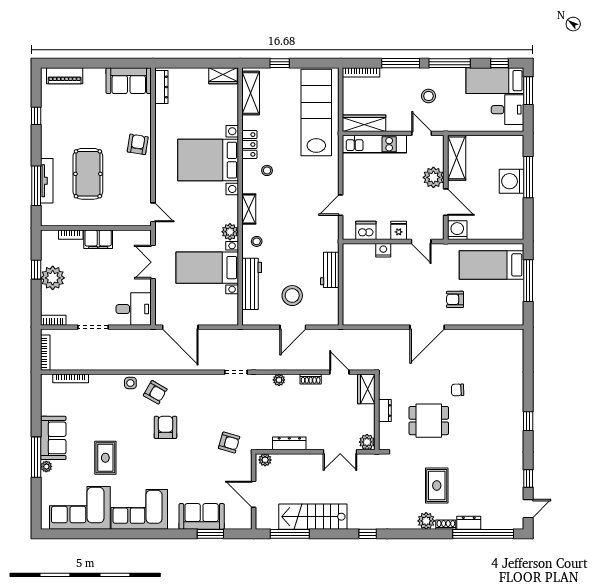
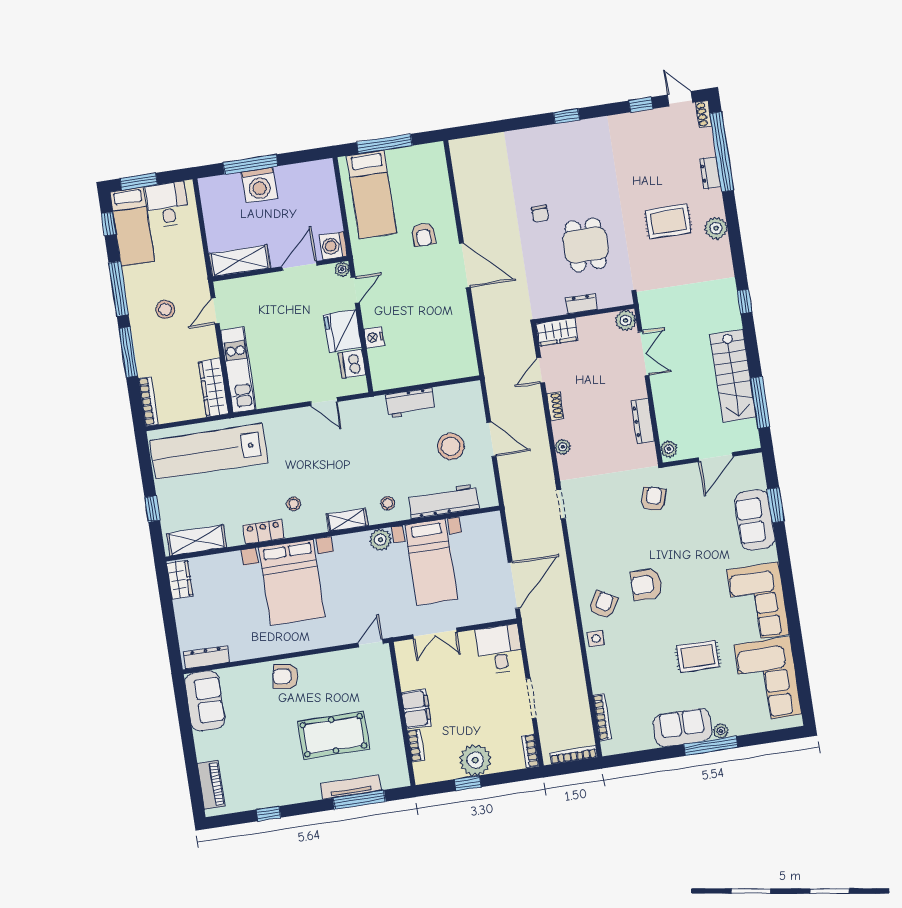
plant: (433, 177) -> (342, 269), moved, width x0.53, depth x0.53
fridge: (399, 230) -> (343, 331), width x1.88, depth x1.34
shoe rack: (446, 525) -> (704, 114), moved

